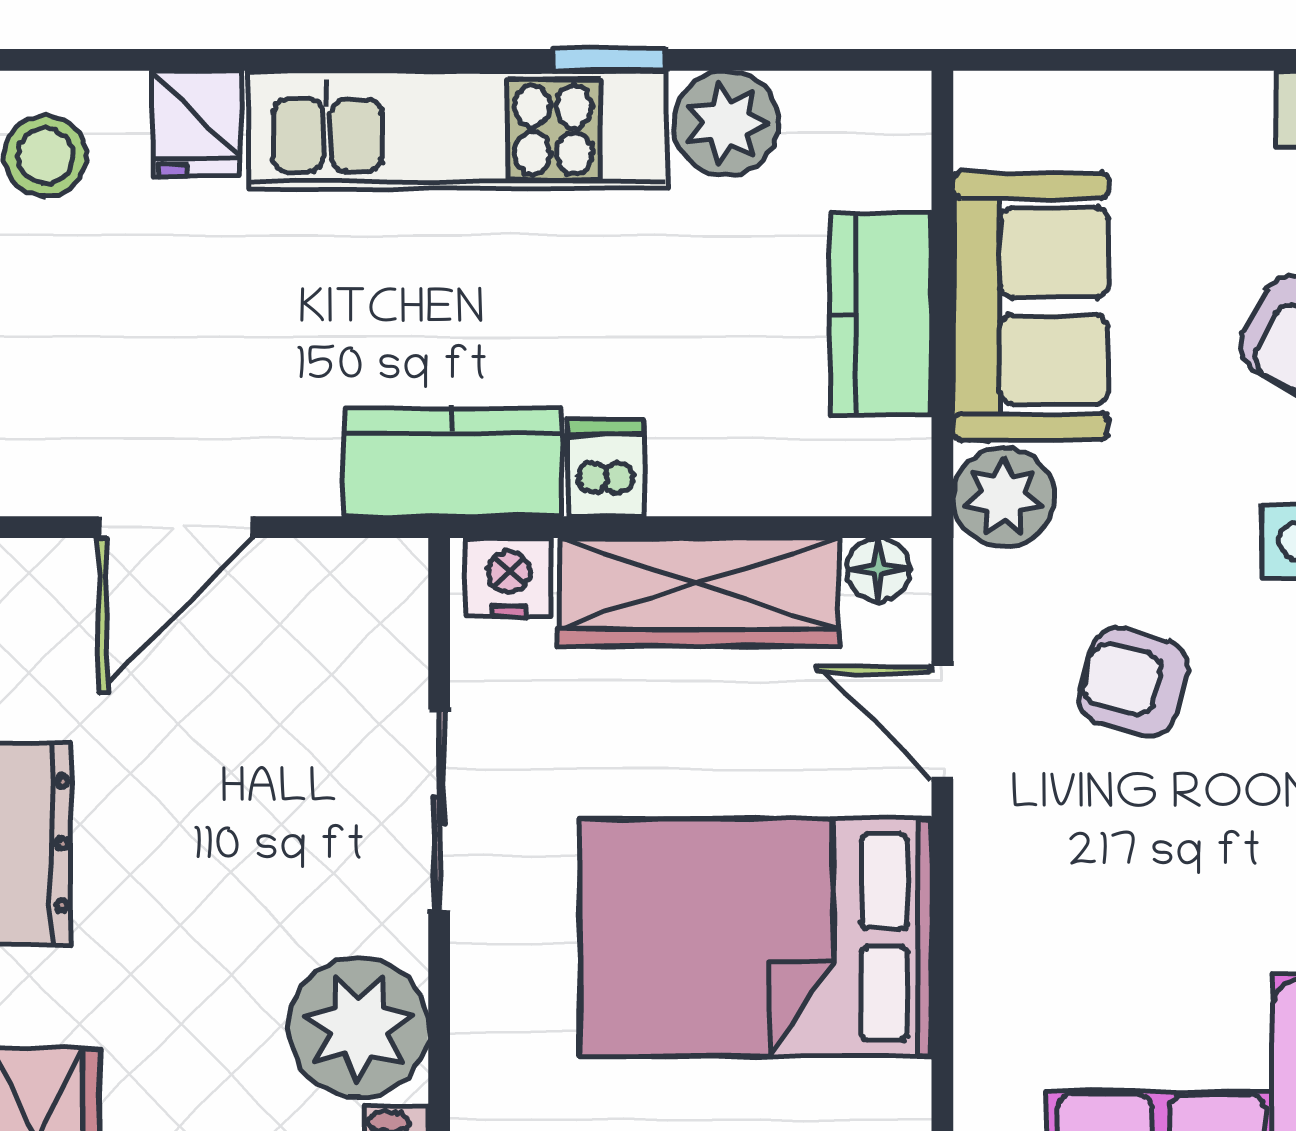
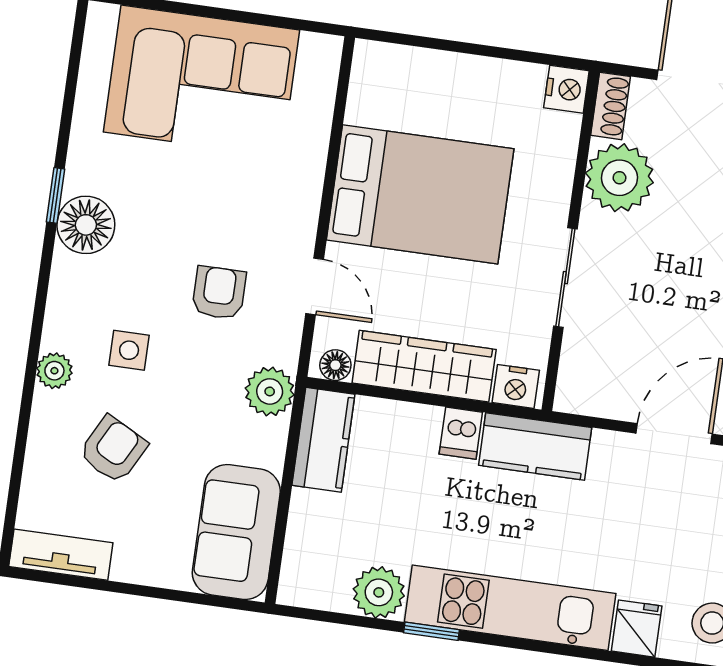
sofa: (1031, 306) -> (236, 532), moved
kitchen counter: (881, 314) -> (323, 440), moved
armchair: (1134, 682) -> (219, 293), turned -105

